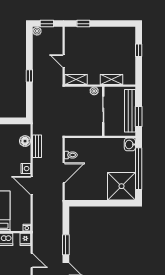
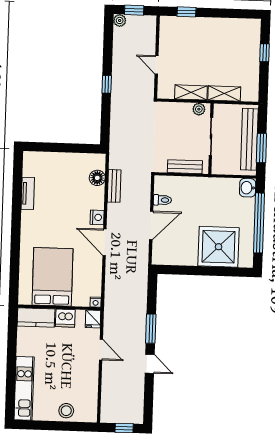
shelving: (76, 79) -> (191, 92), moved
bench: (86, 131) -> (185, 167), added
shower: (122, 186) -> (219, 247), moved

